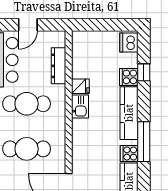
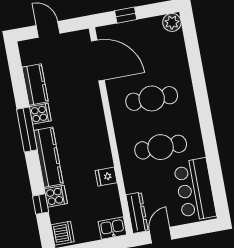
door: (28, 25) -> (161, 235), moved
dresser: (59, 66) -> (137, 213), moved
kitchen sink: (80, 106) -> (112, 228), moved, turned 90

